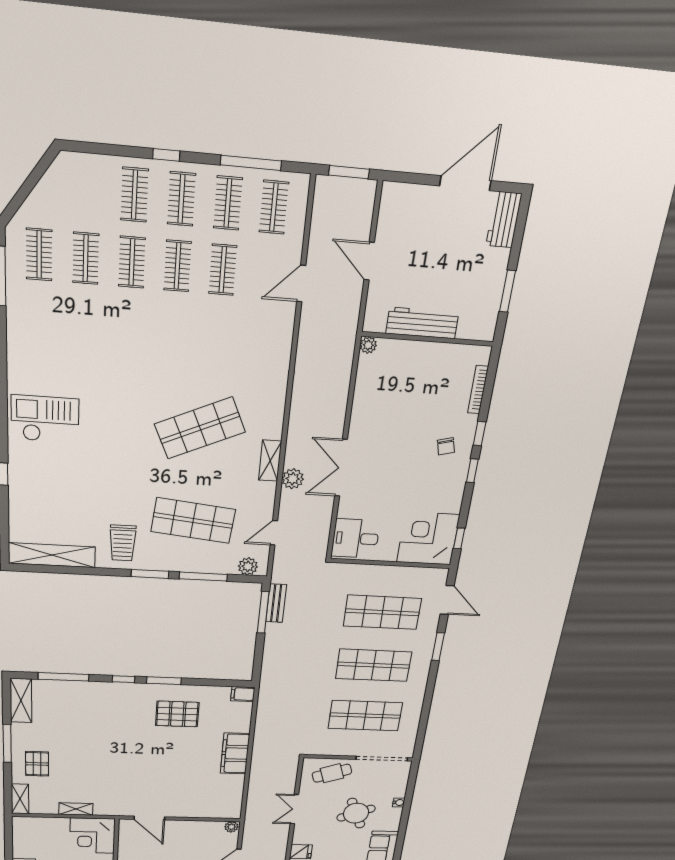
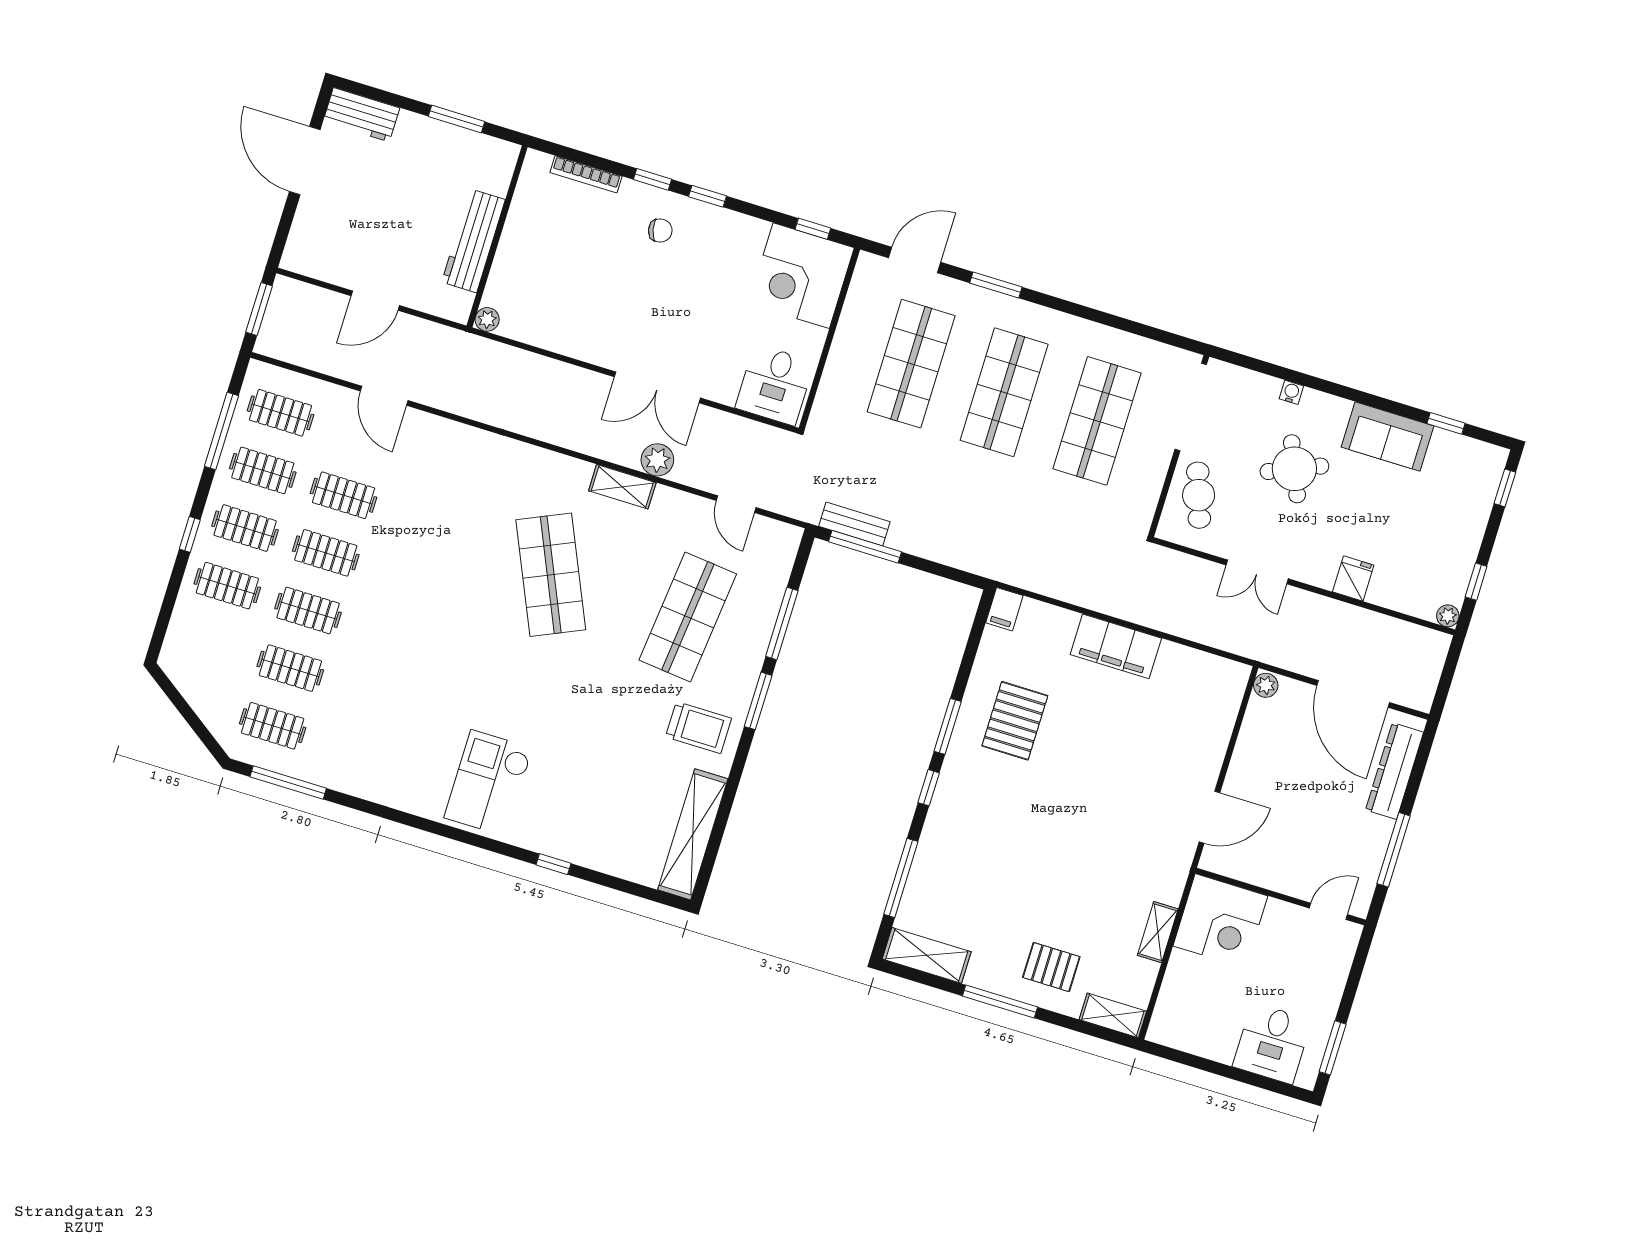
plant: (248, 566) -> (781, 554), removed

